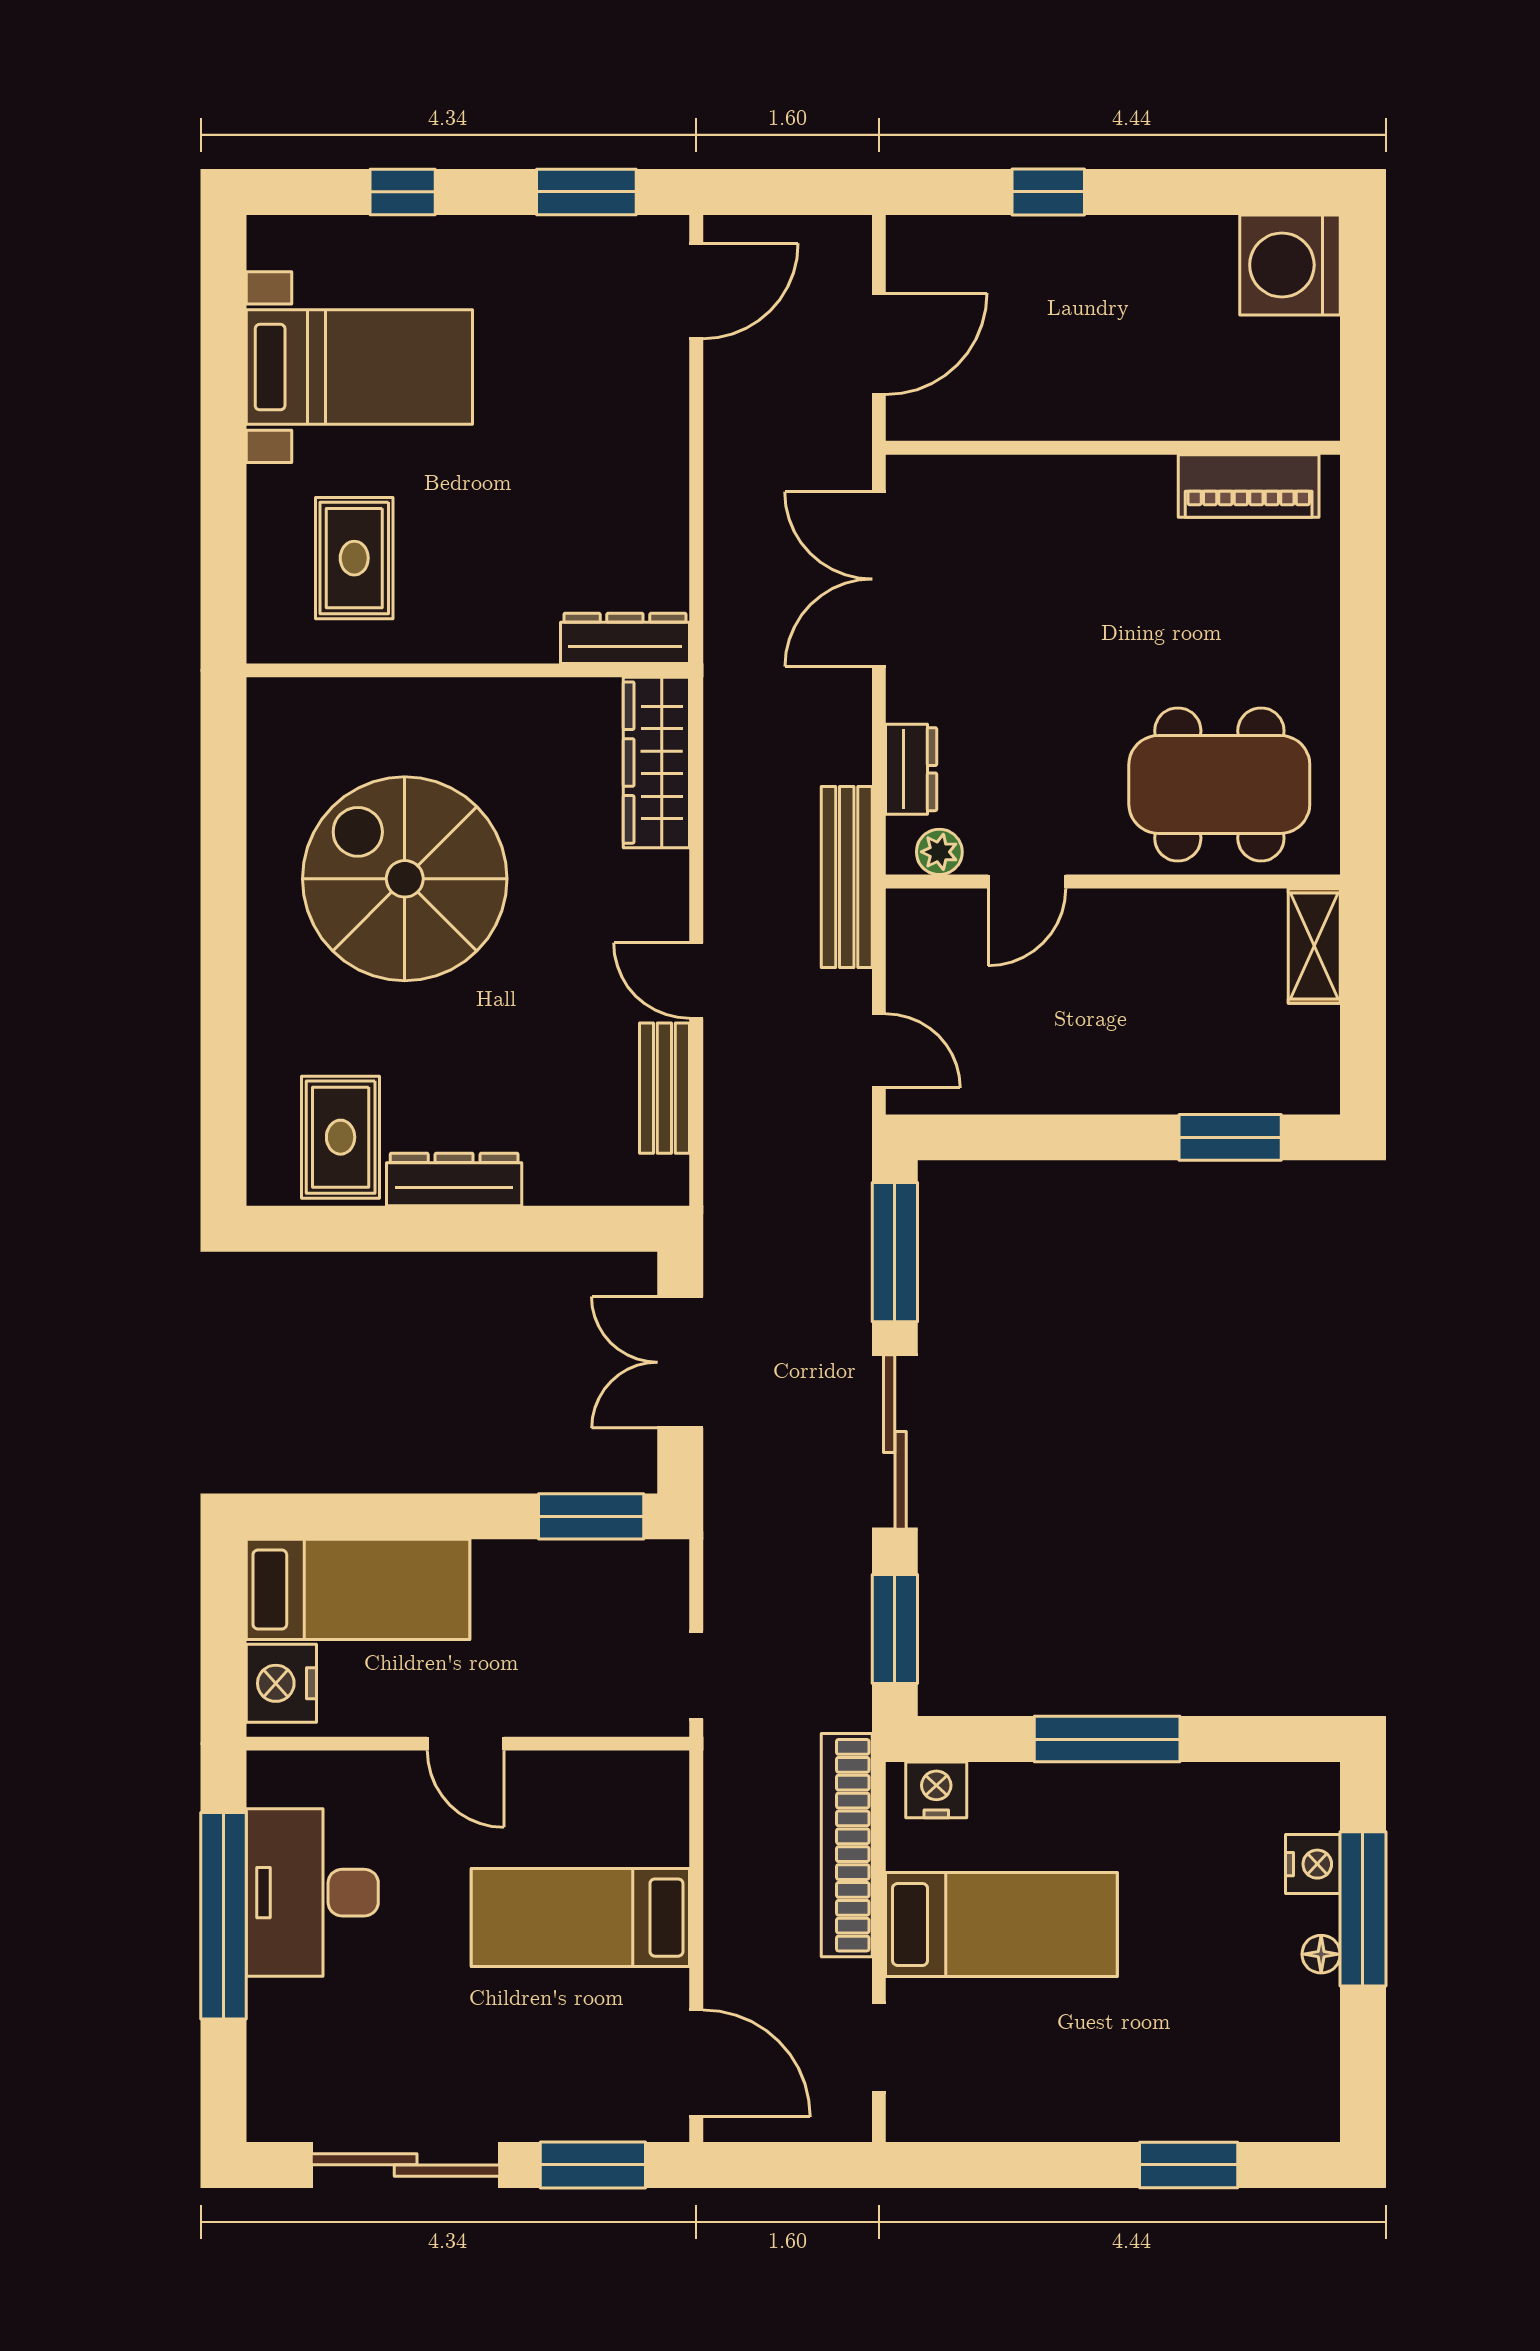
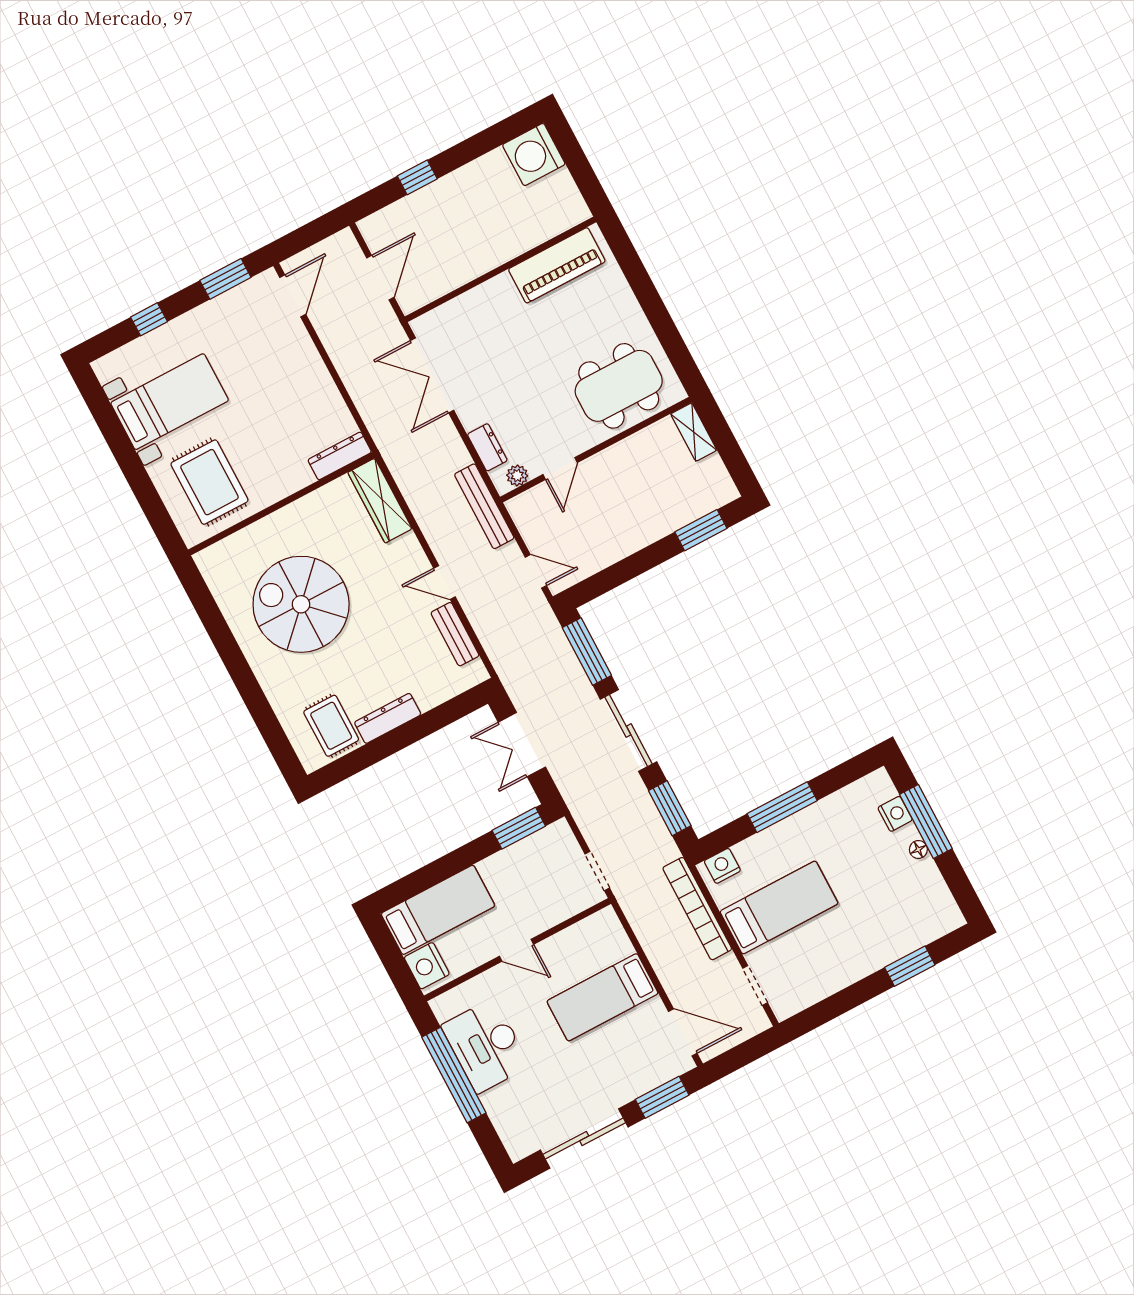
piano: (1249, 486) -> (557, 265), width x1.37, depth x1.33
rug: (354, 558) -> (209, 482), width x1.36, depth x1.43

